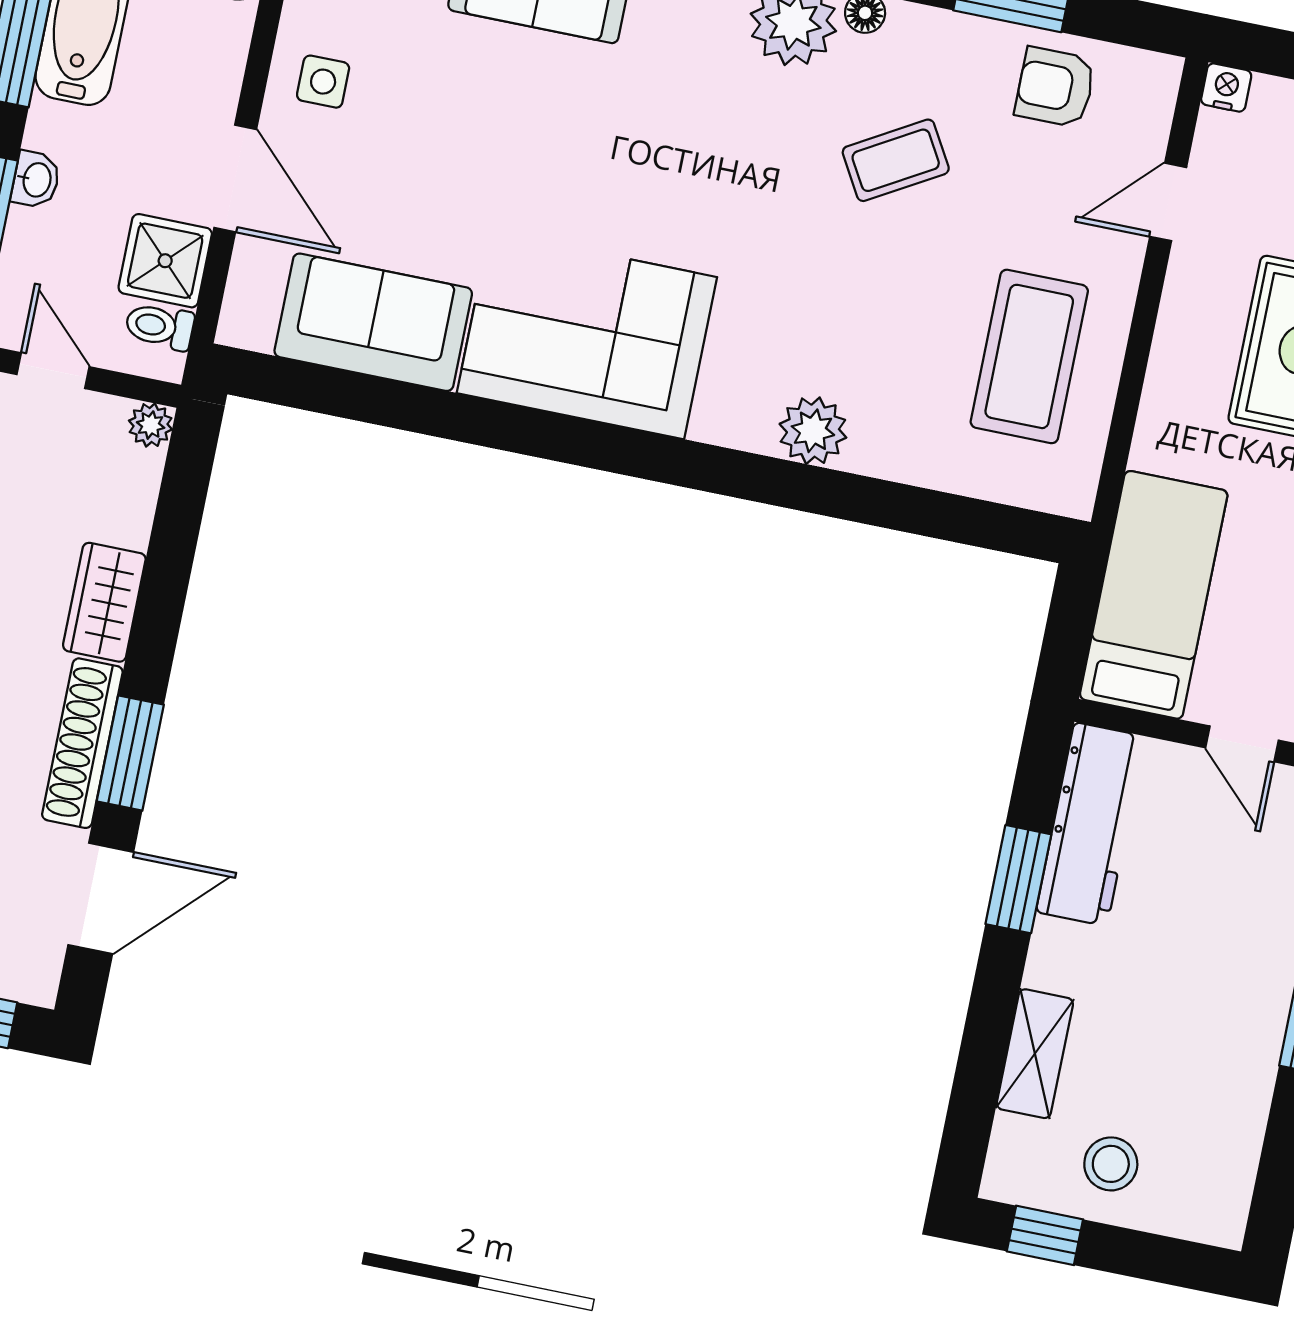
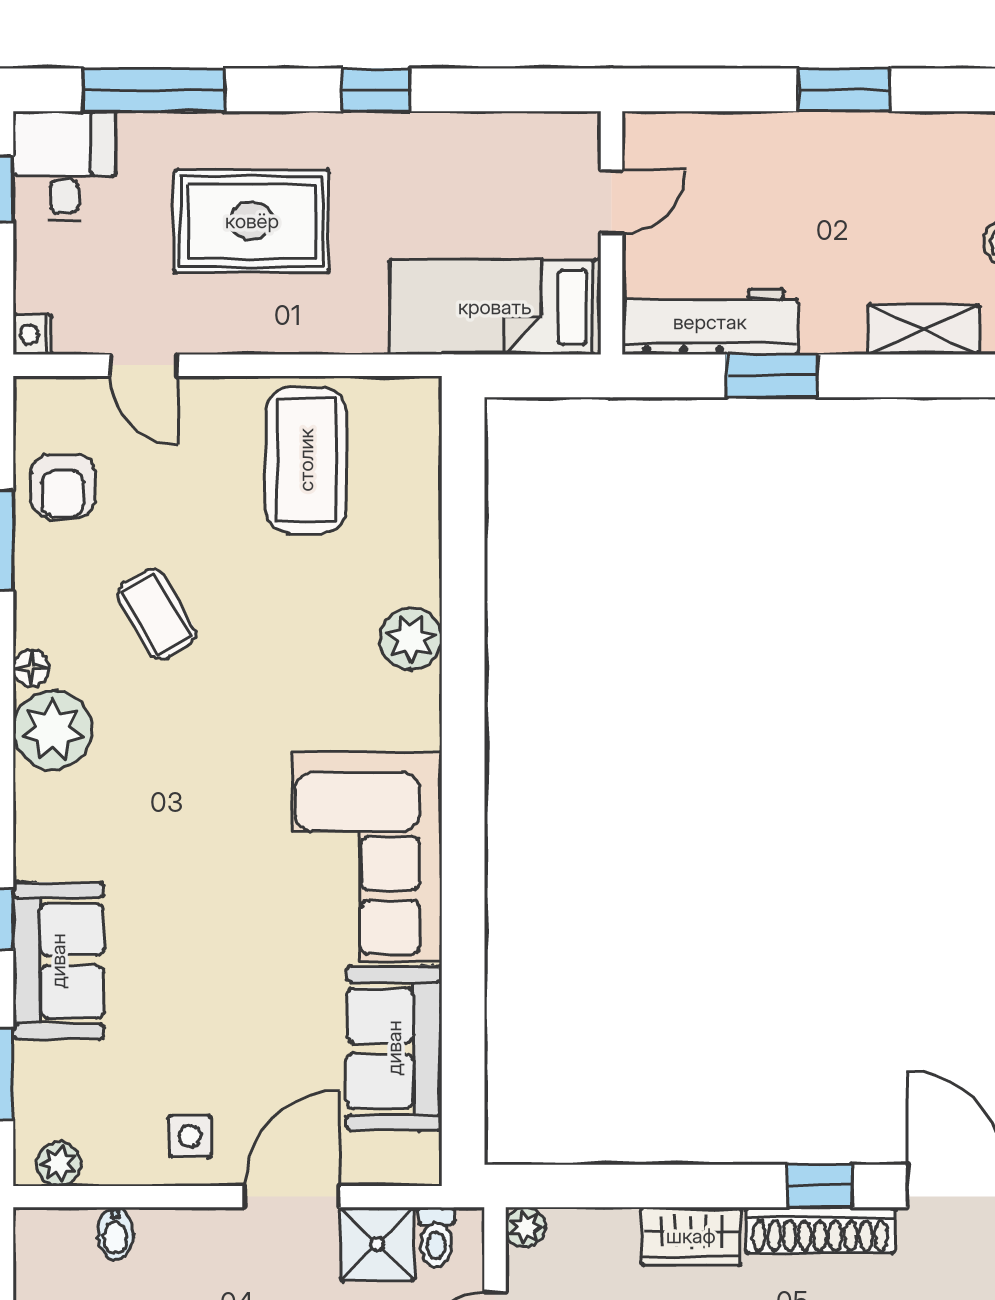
coffee table: (1029, 356) -> (306, 460), turned 90
window: (130, 753) -> (820, 1186), width x0.67

